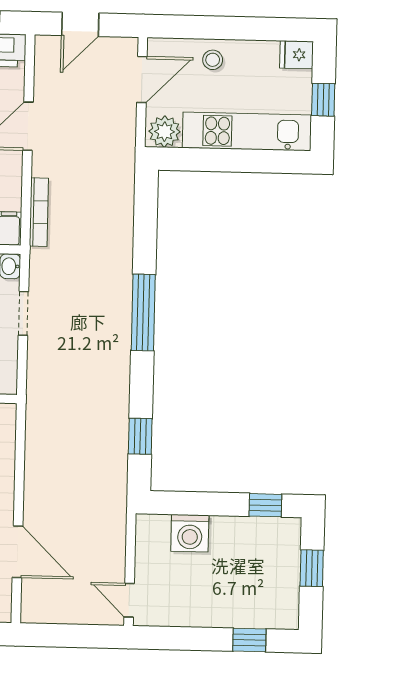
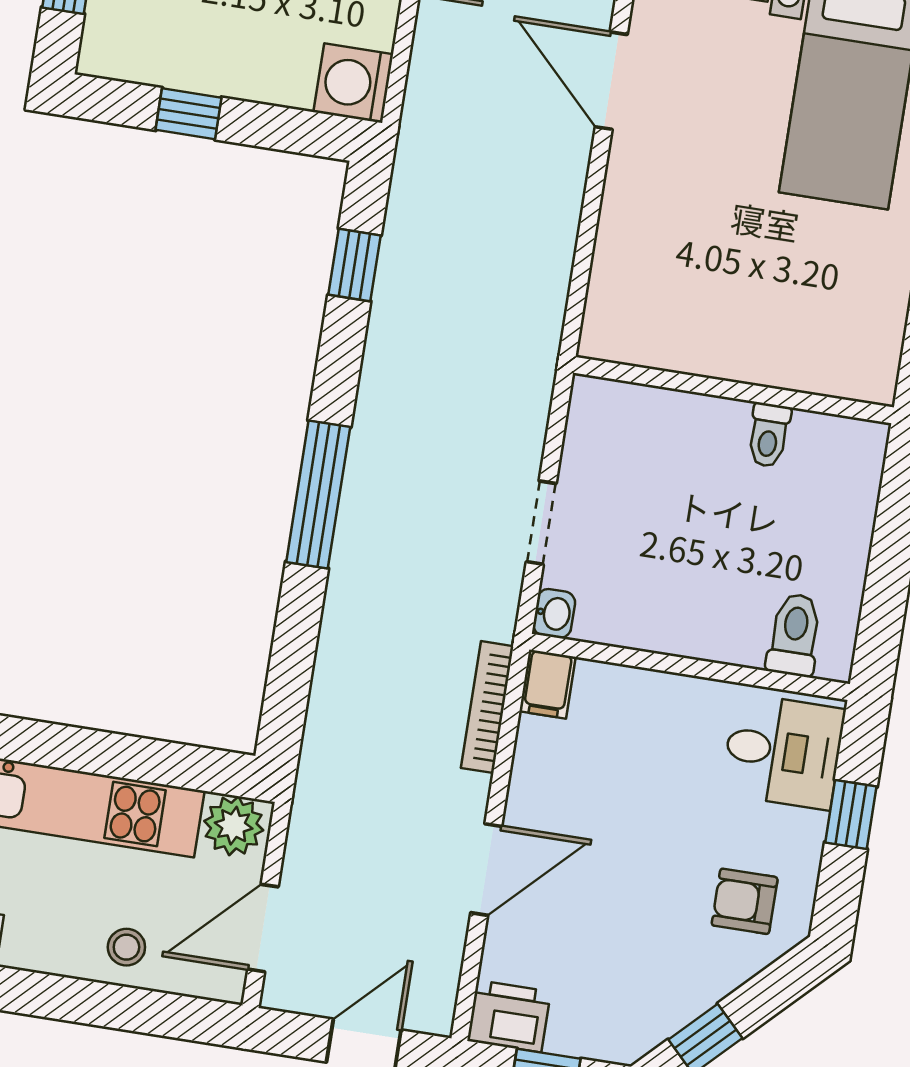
window: (265, 505) -> (189, 114), moved
washing machine: (190, 533) -> (353, 83), moved, turned -90

